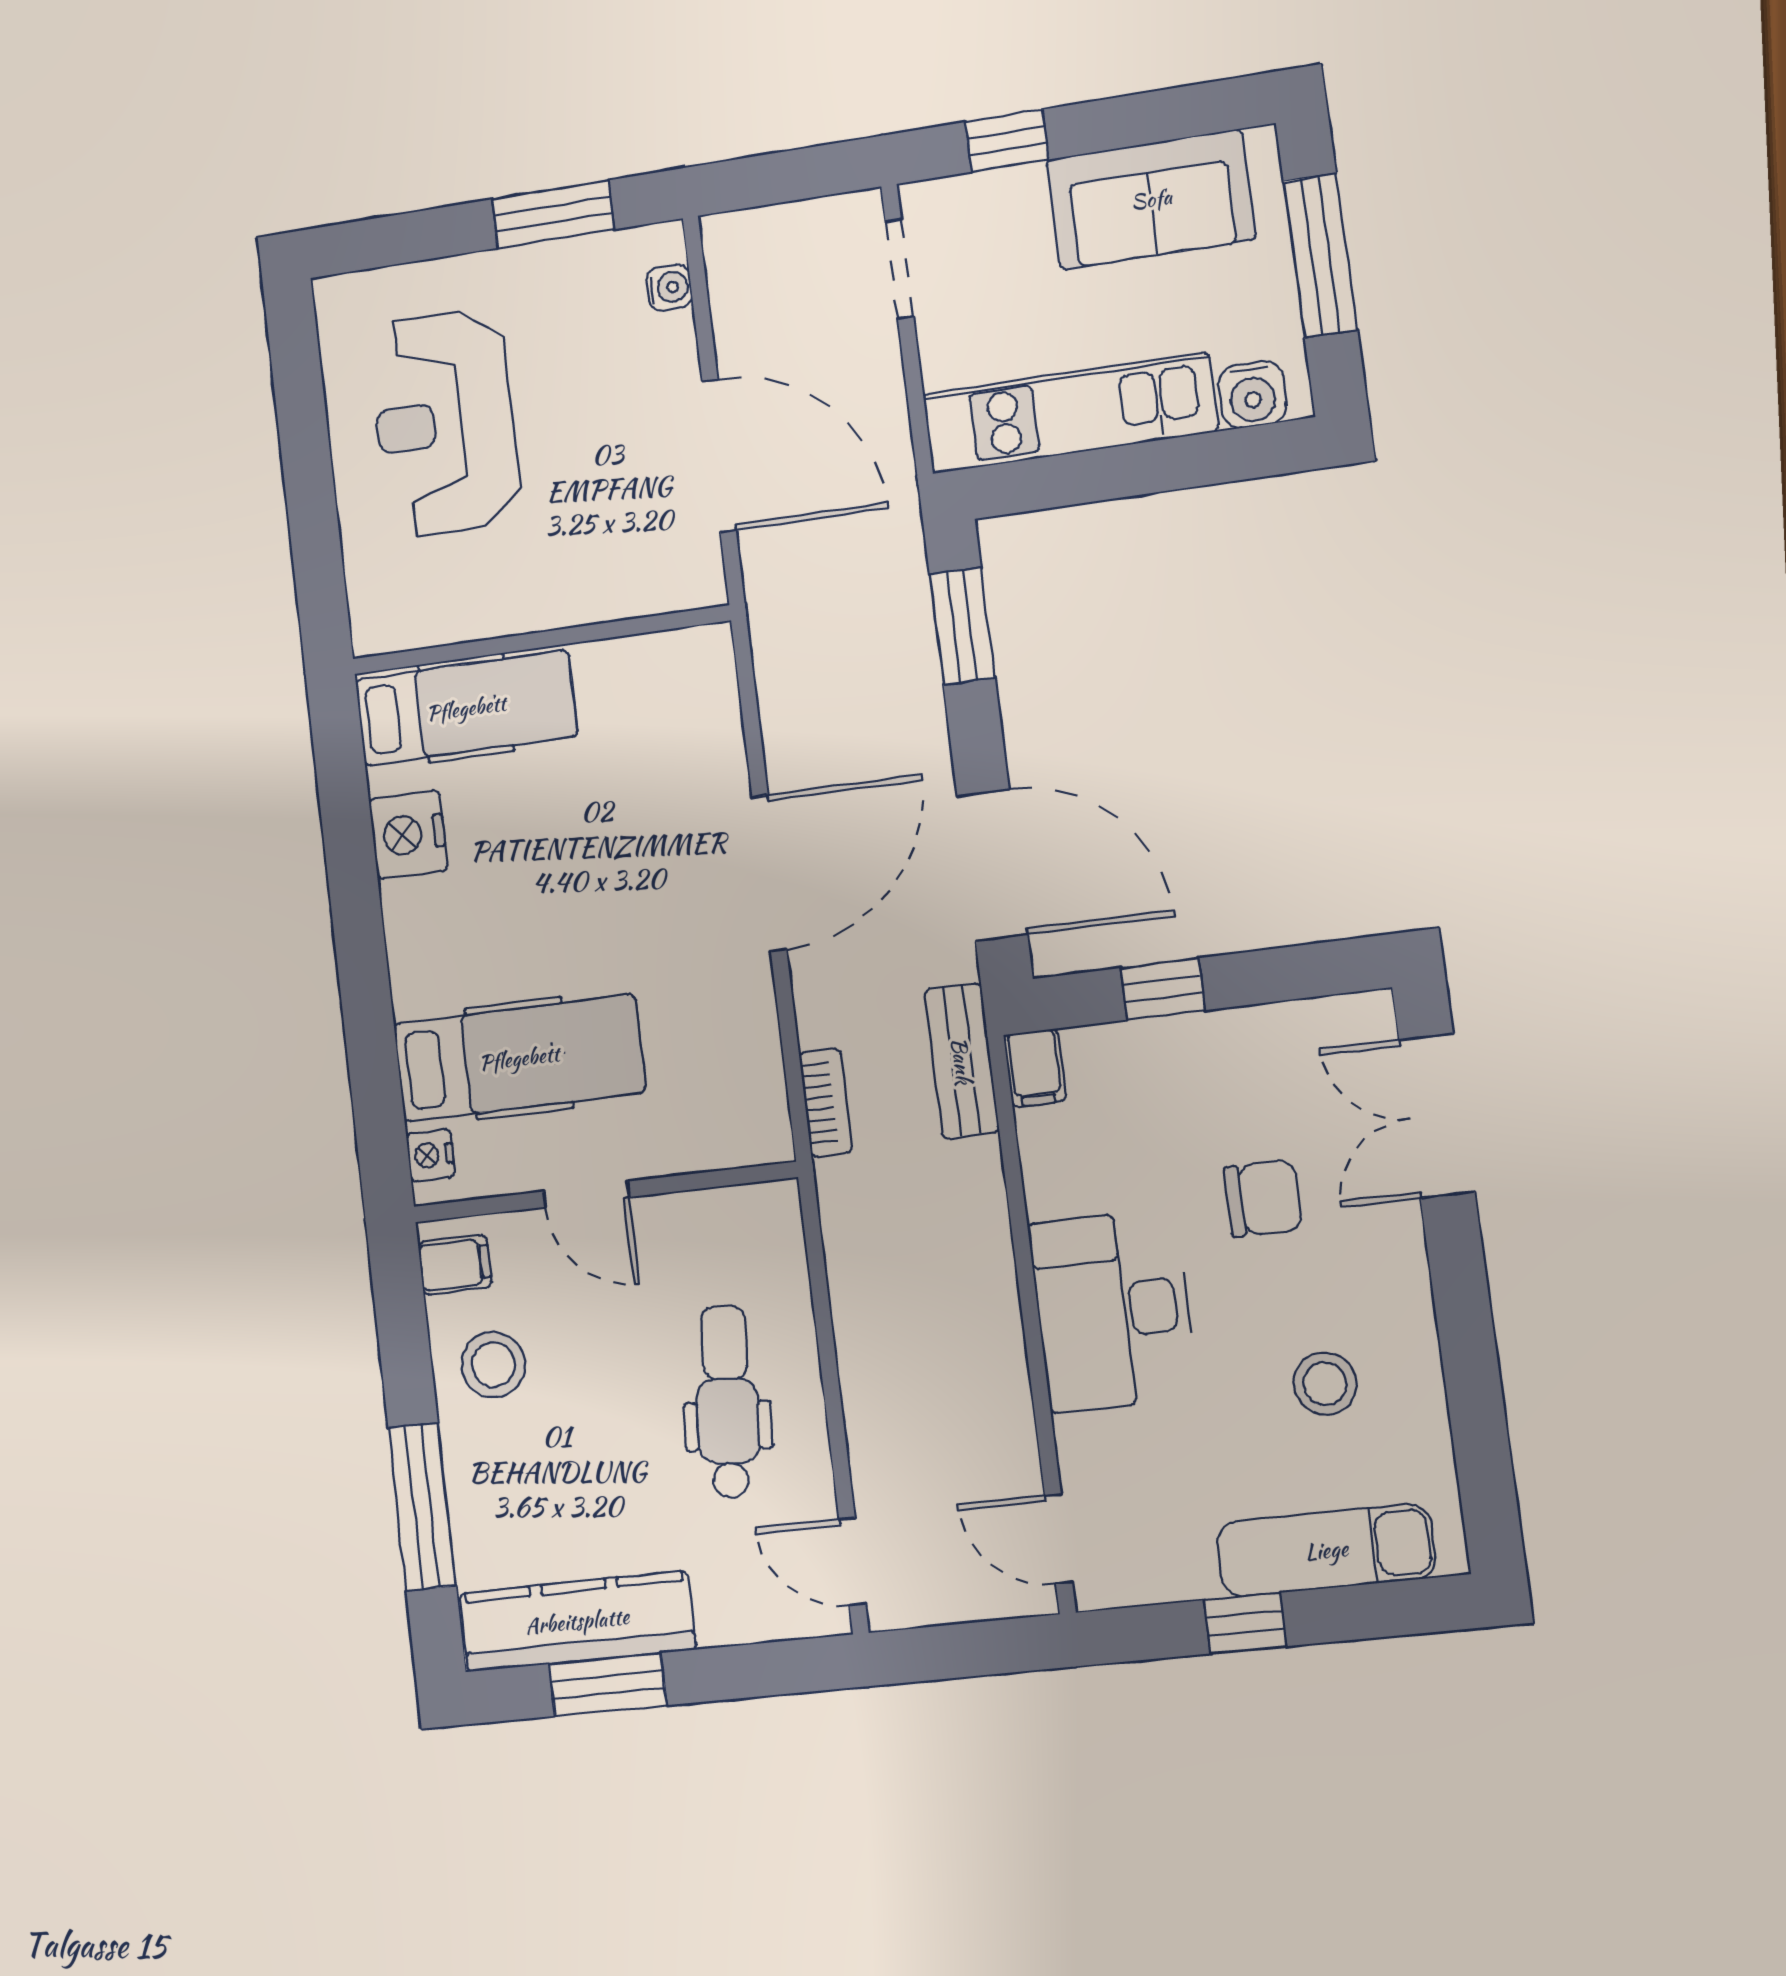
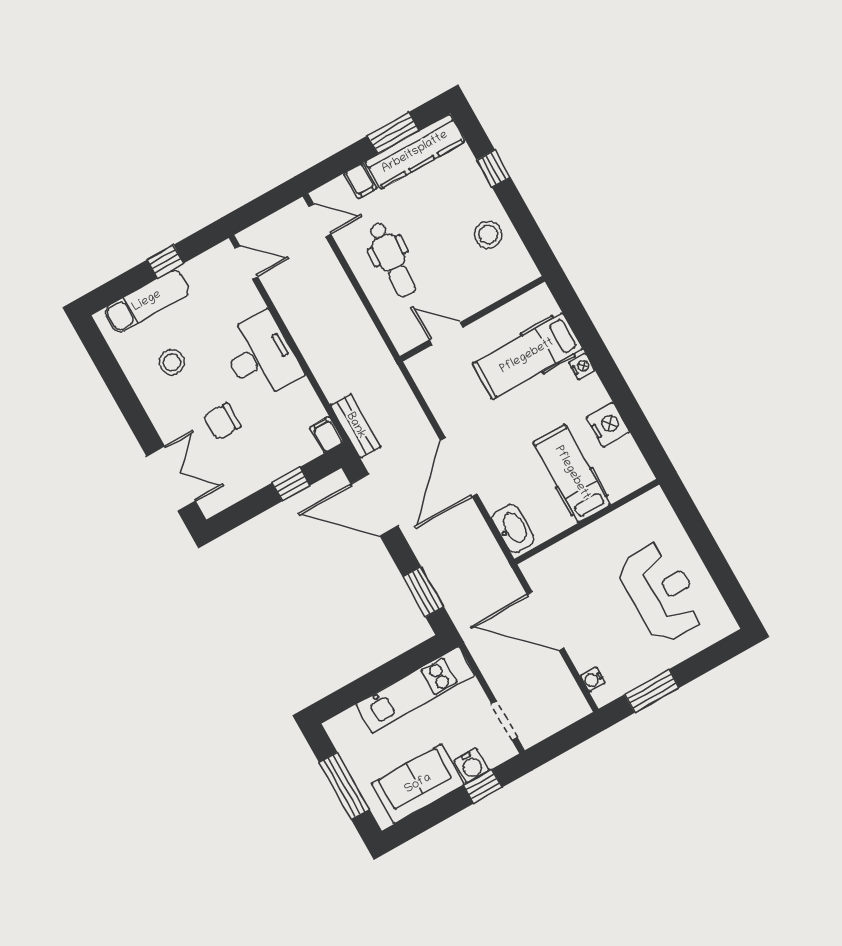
water cooler: (1252, 395) -> (471, 765), moved, turned 180
washbasin: (706, 689) -> (513, 528), added
hospital bed: (466, 708) -> (572, 473), moved, turned 90
bookcase: (826, 1103) -> (401, 389), removed
nightstand: (430, 1155) -> (582, 366), moved
door: (586, 1194) -> (446, 333), moved
filing cabinet: (455, 1265) -> (361, 181), moved, turned -90
window: (422, 1507) -> (493, 168), width x0.46

